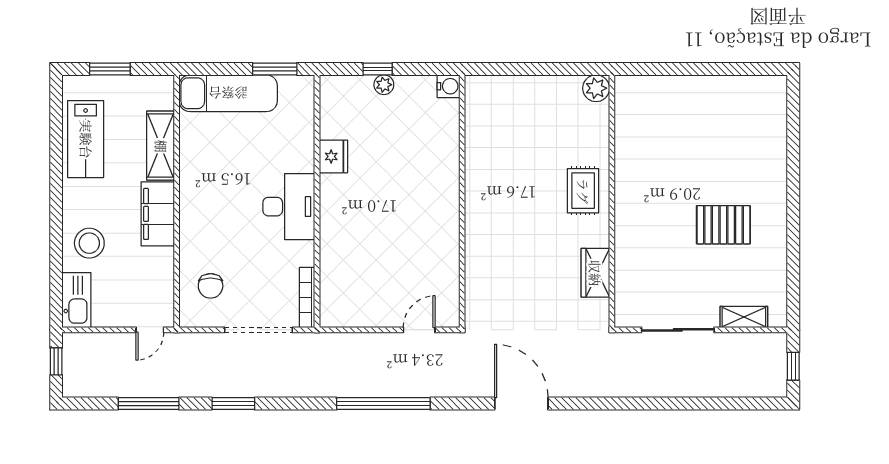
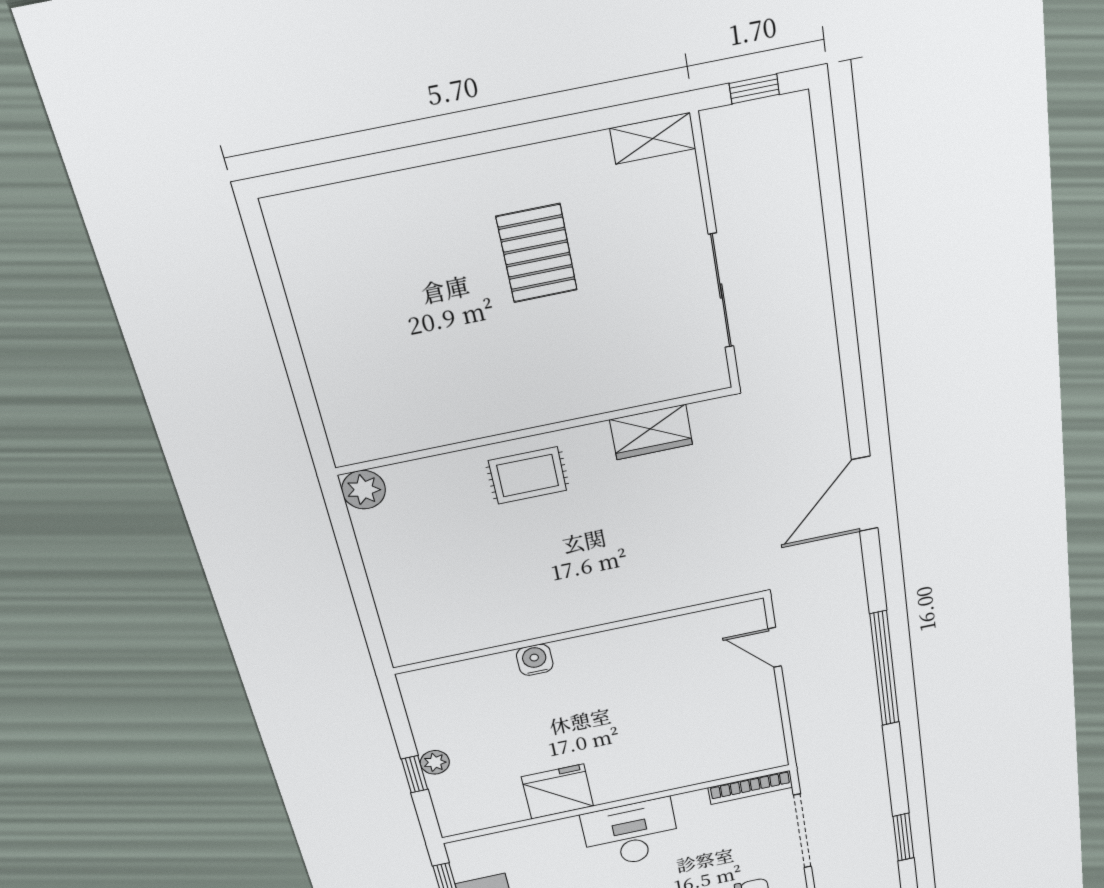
water cooler: (448, 86) -> (535, 660), moved
fridge: (333, 156) -> (558, 792), width x1.36, depth x1.34
shelving: (744, 317) -> (653, 138), moved, turned 90

